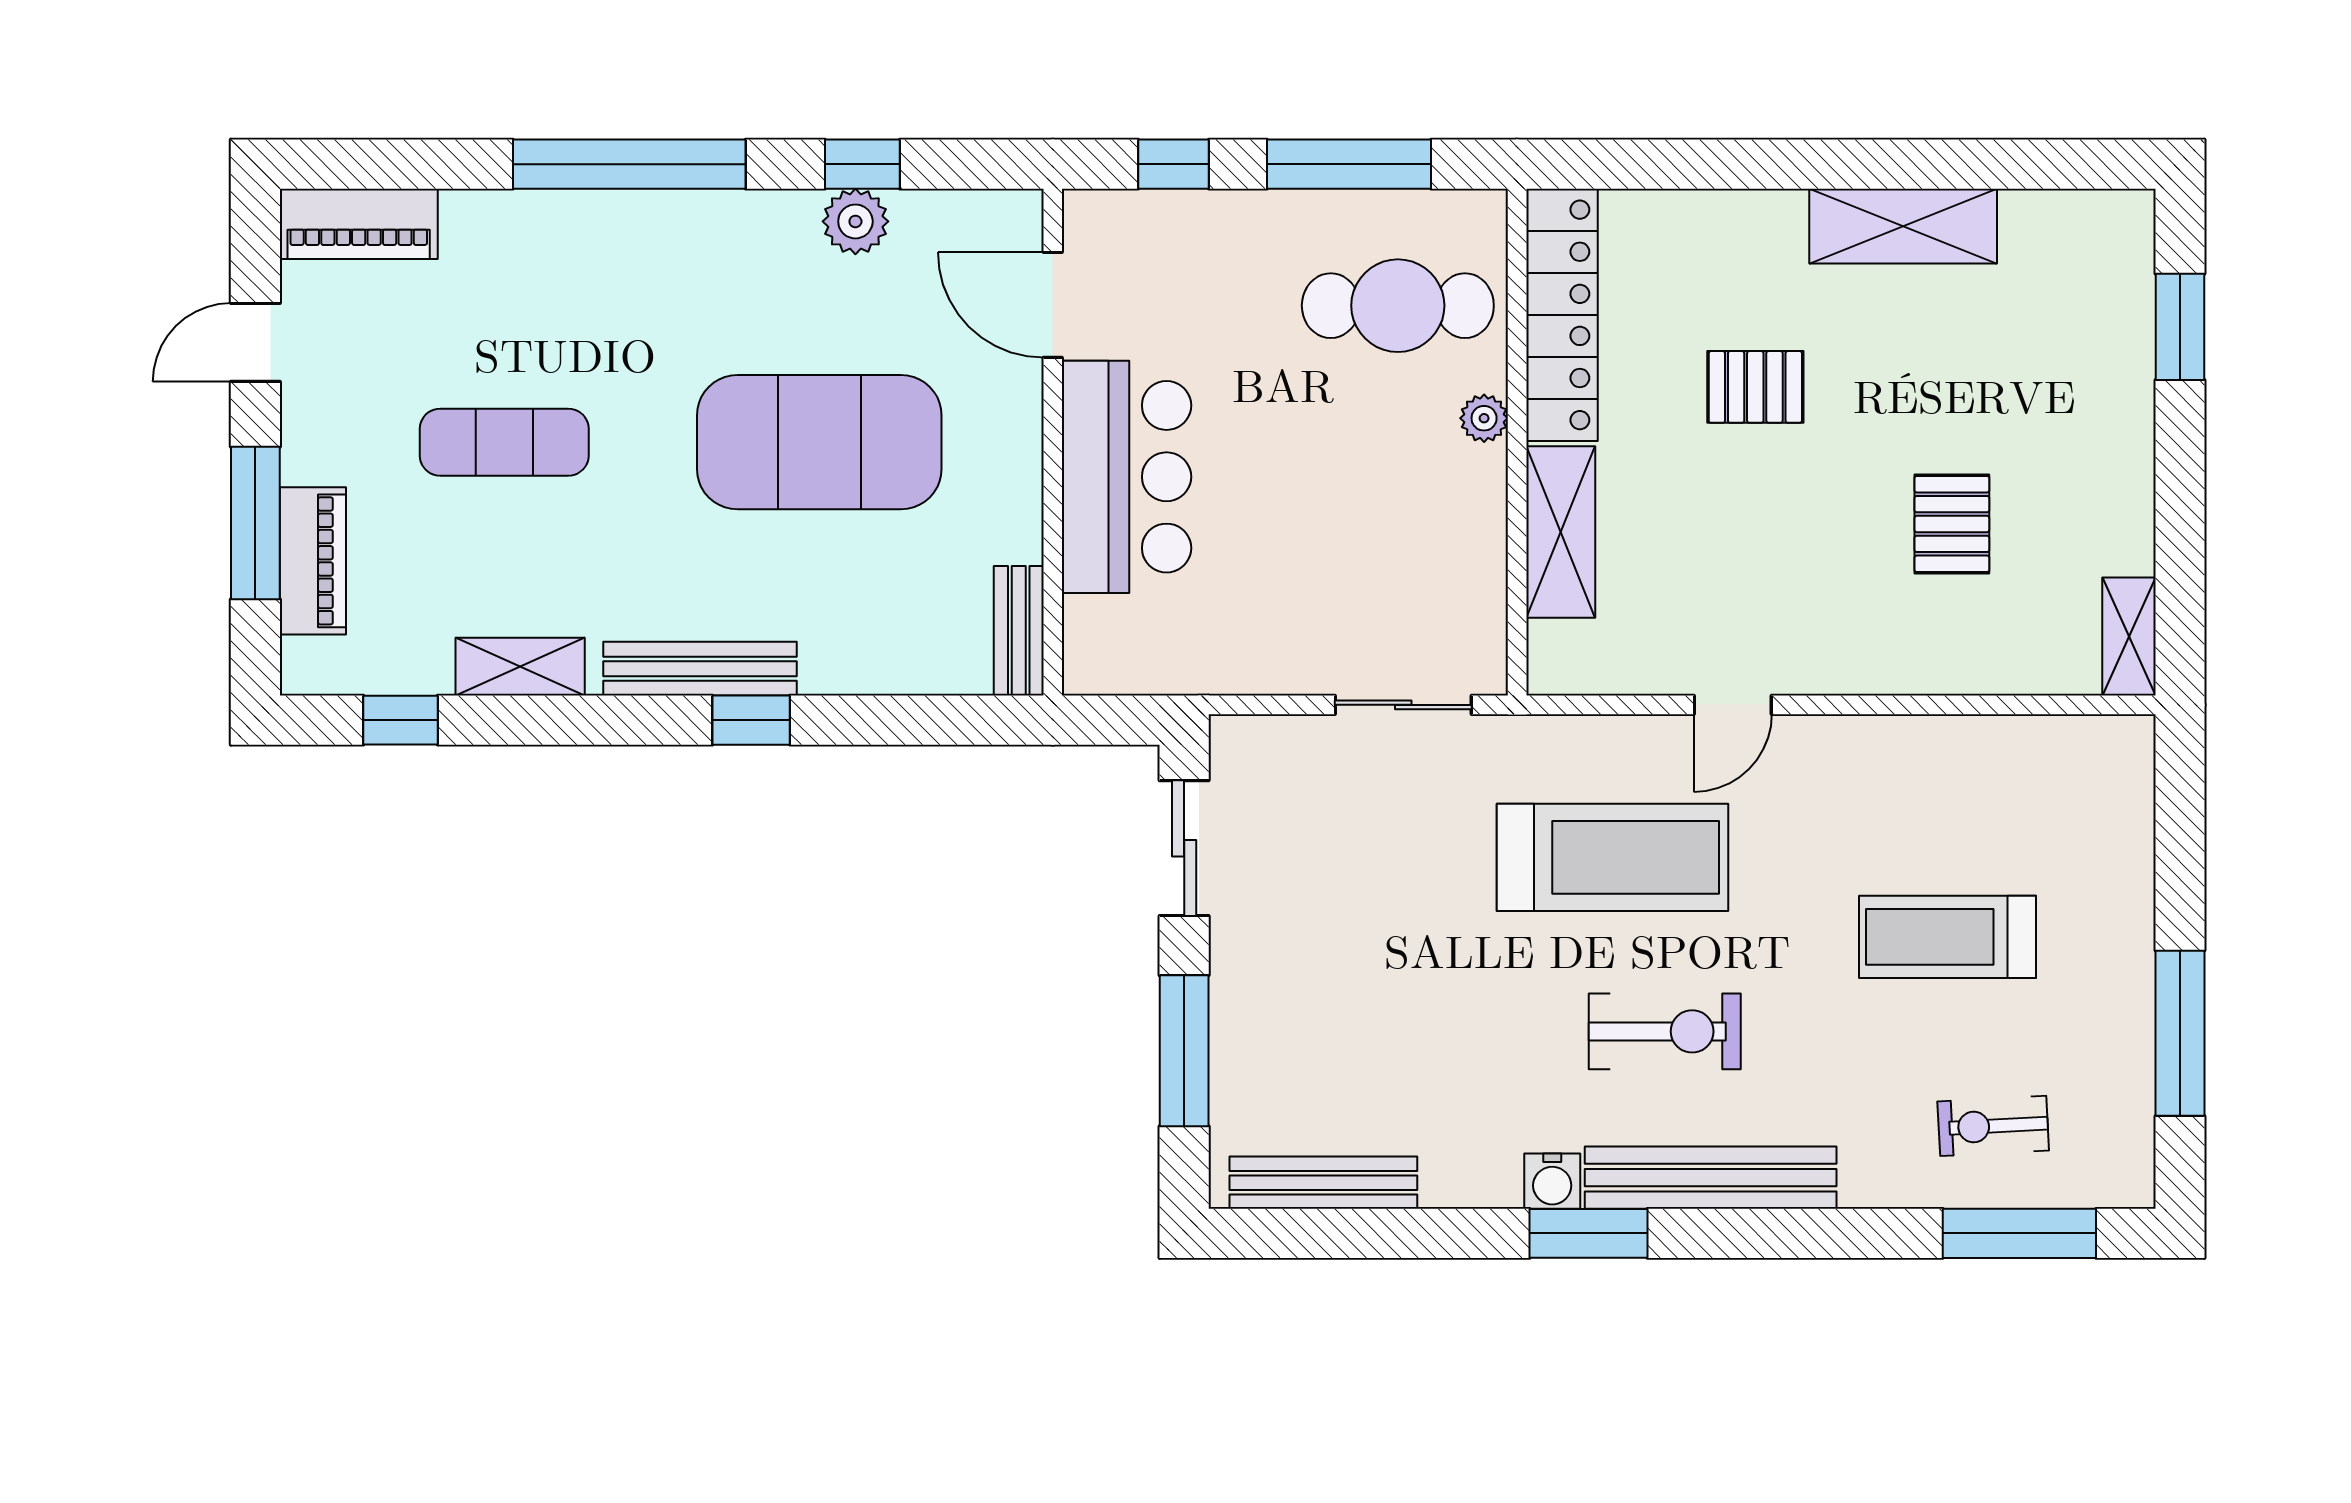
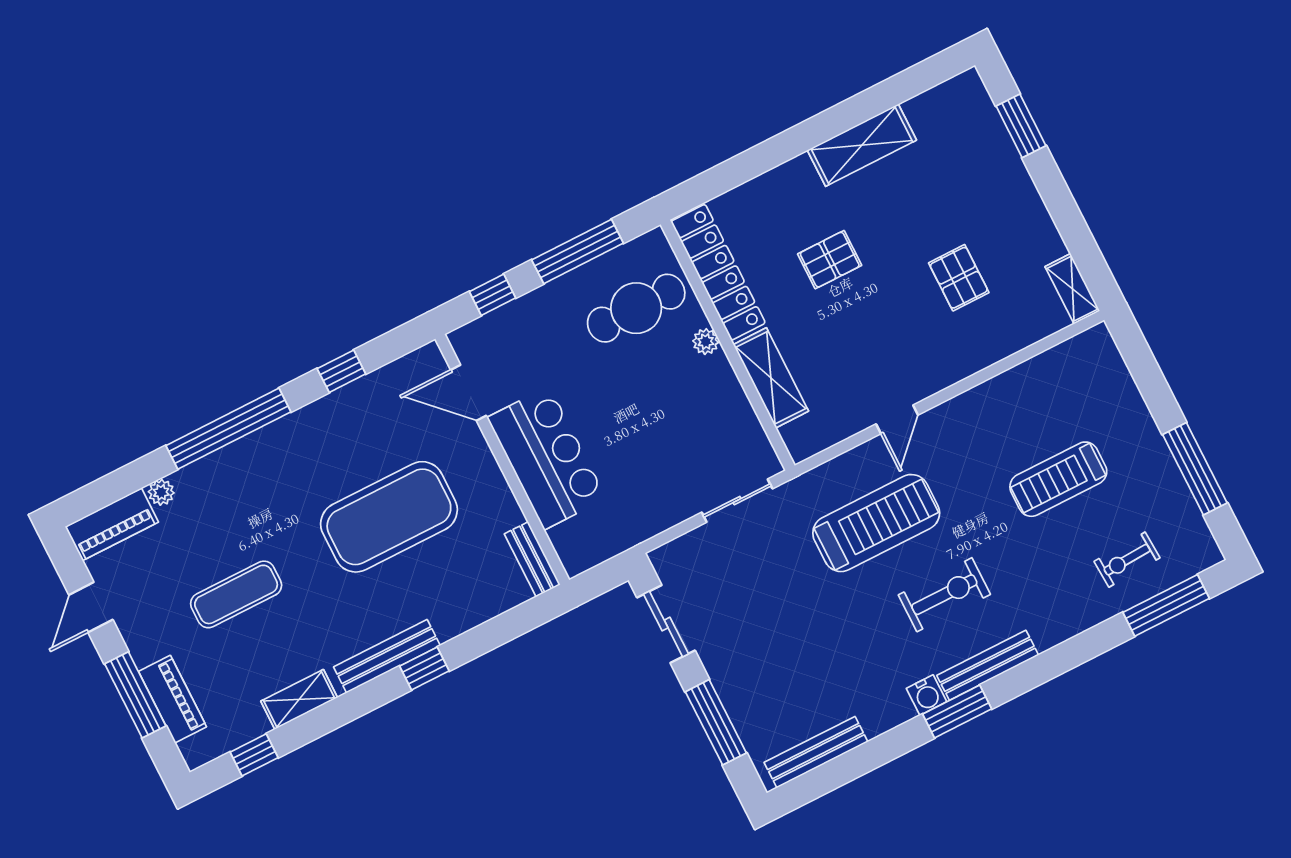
plant: (855, 221) -> (161, 492), moved, width x0.73, depth x0.73
bench: (1711, 1178) -> (988, 665), width x0.73, depth x0.82

